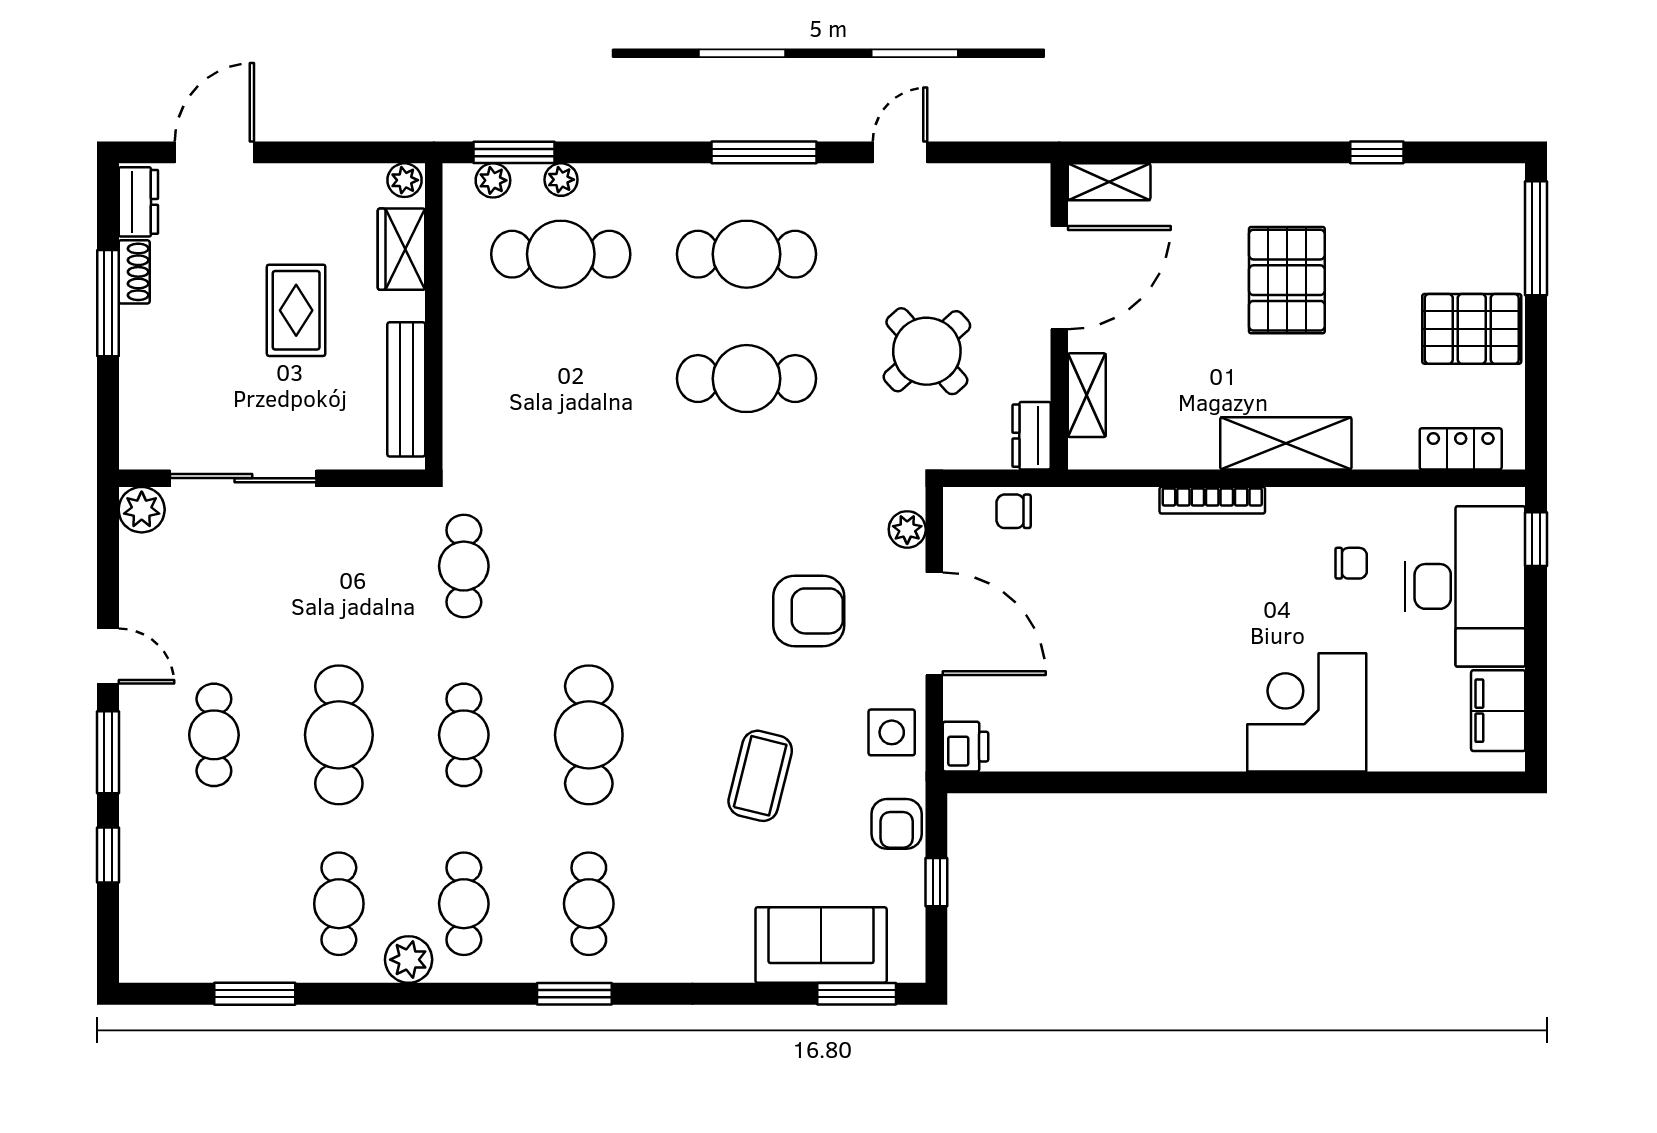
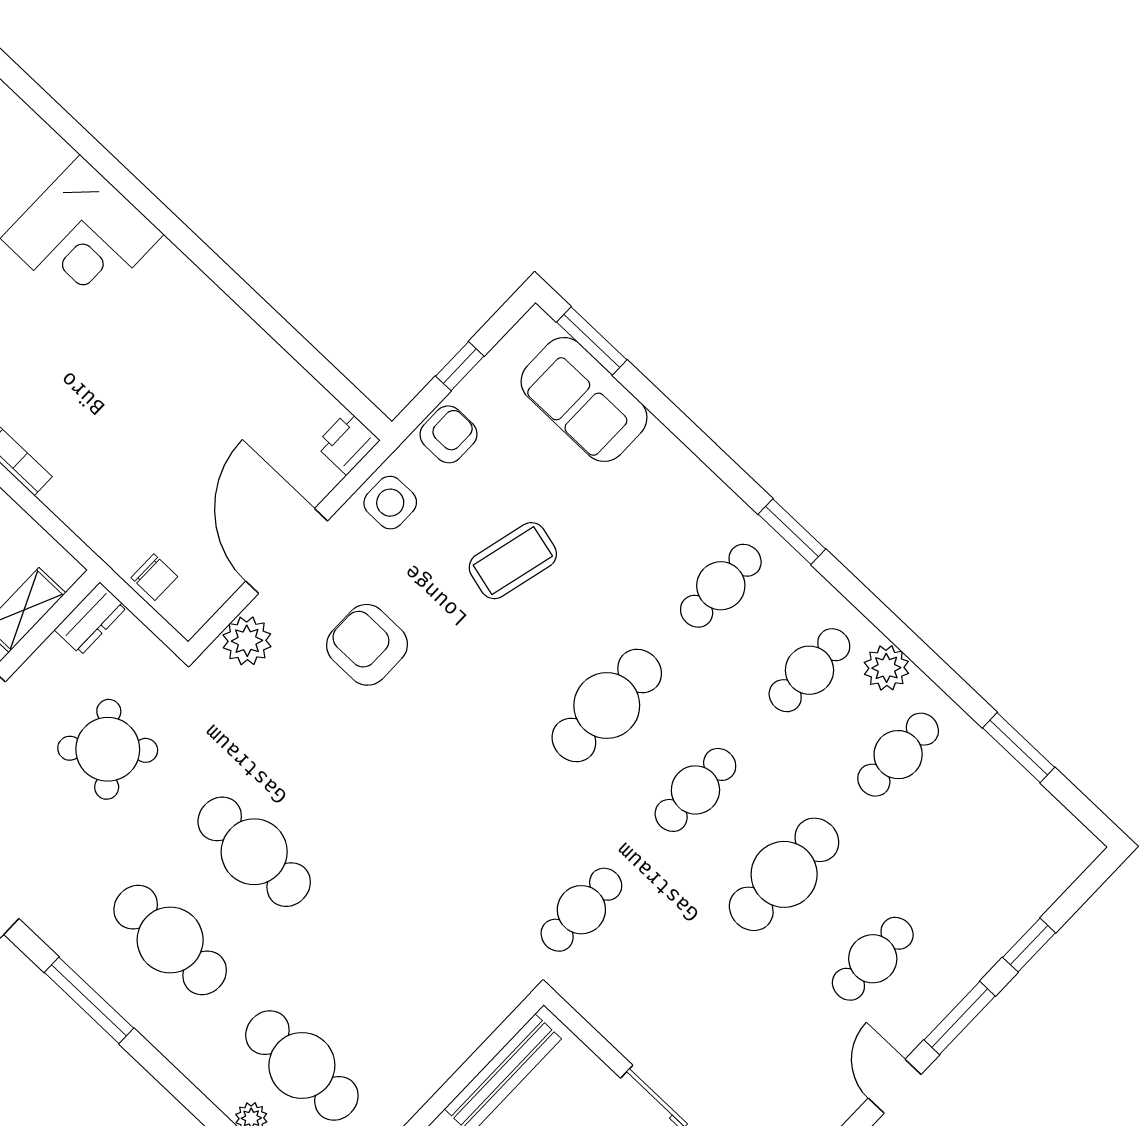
plant: (907, 529) -> (247, 641), width x1.38, depth x1.38

